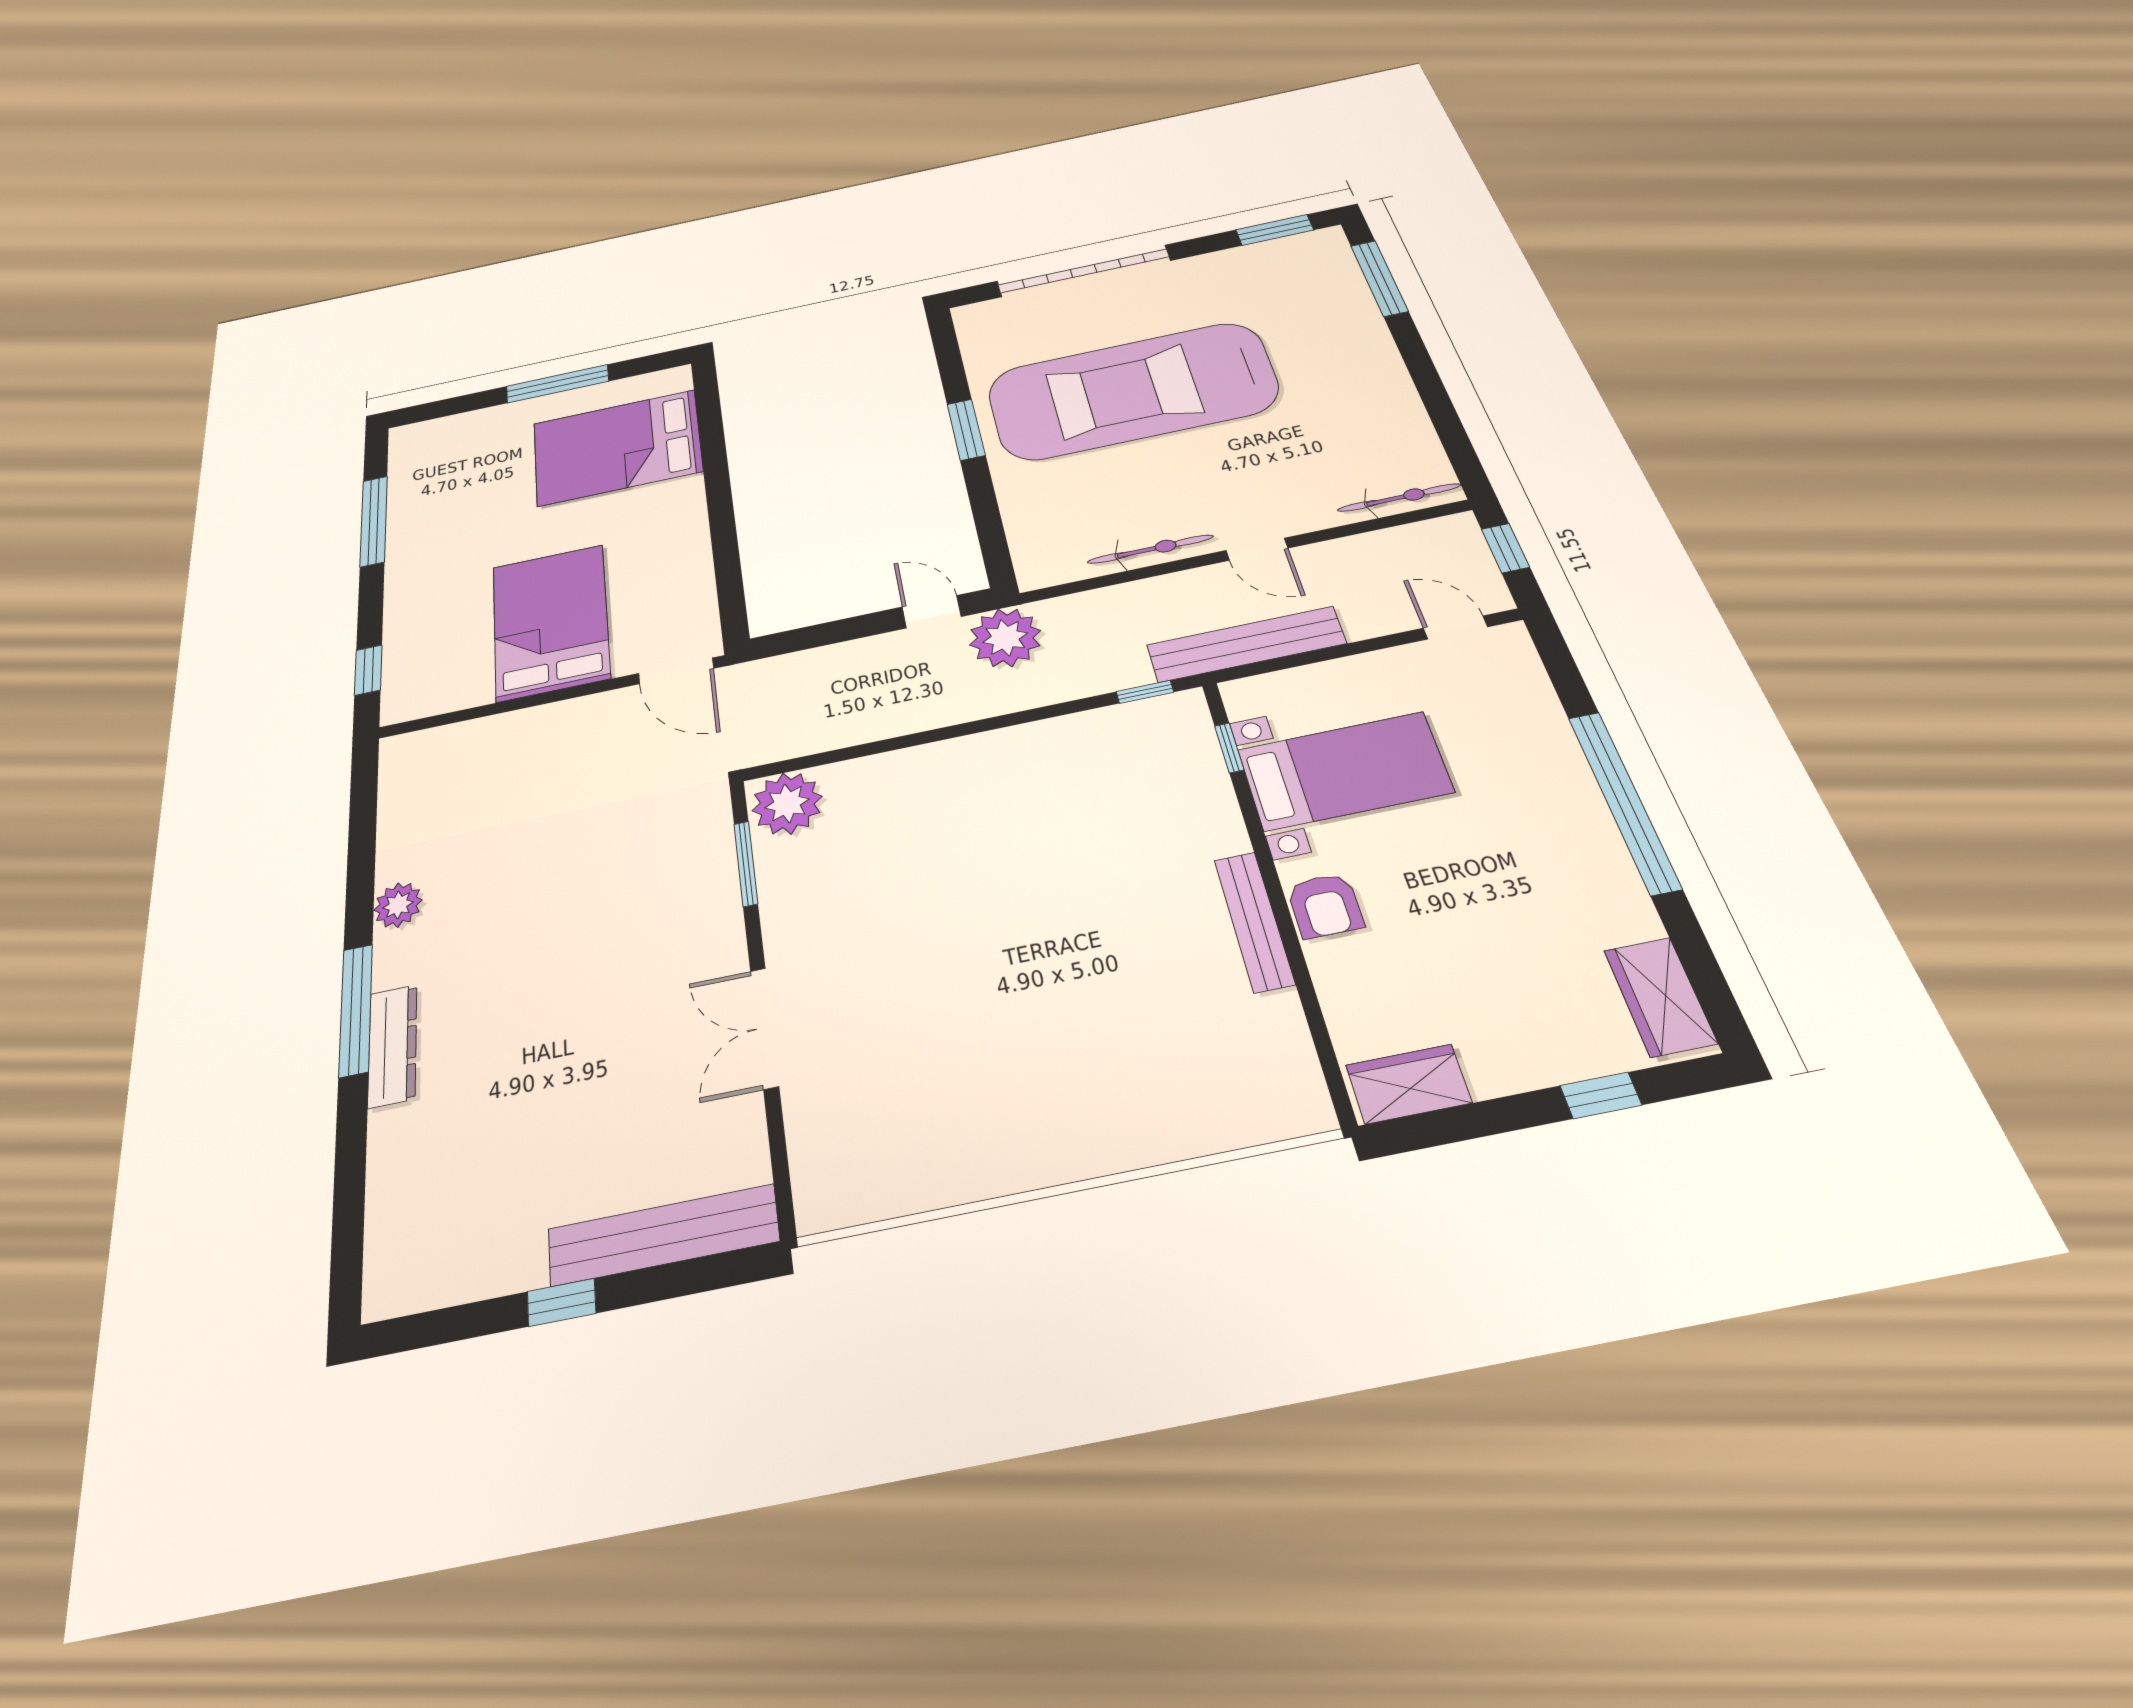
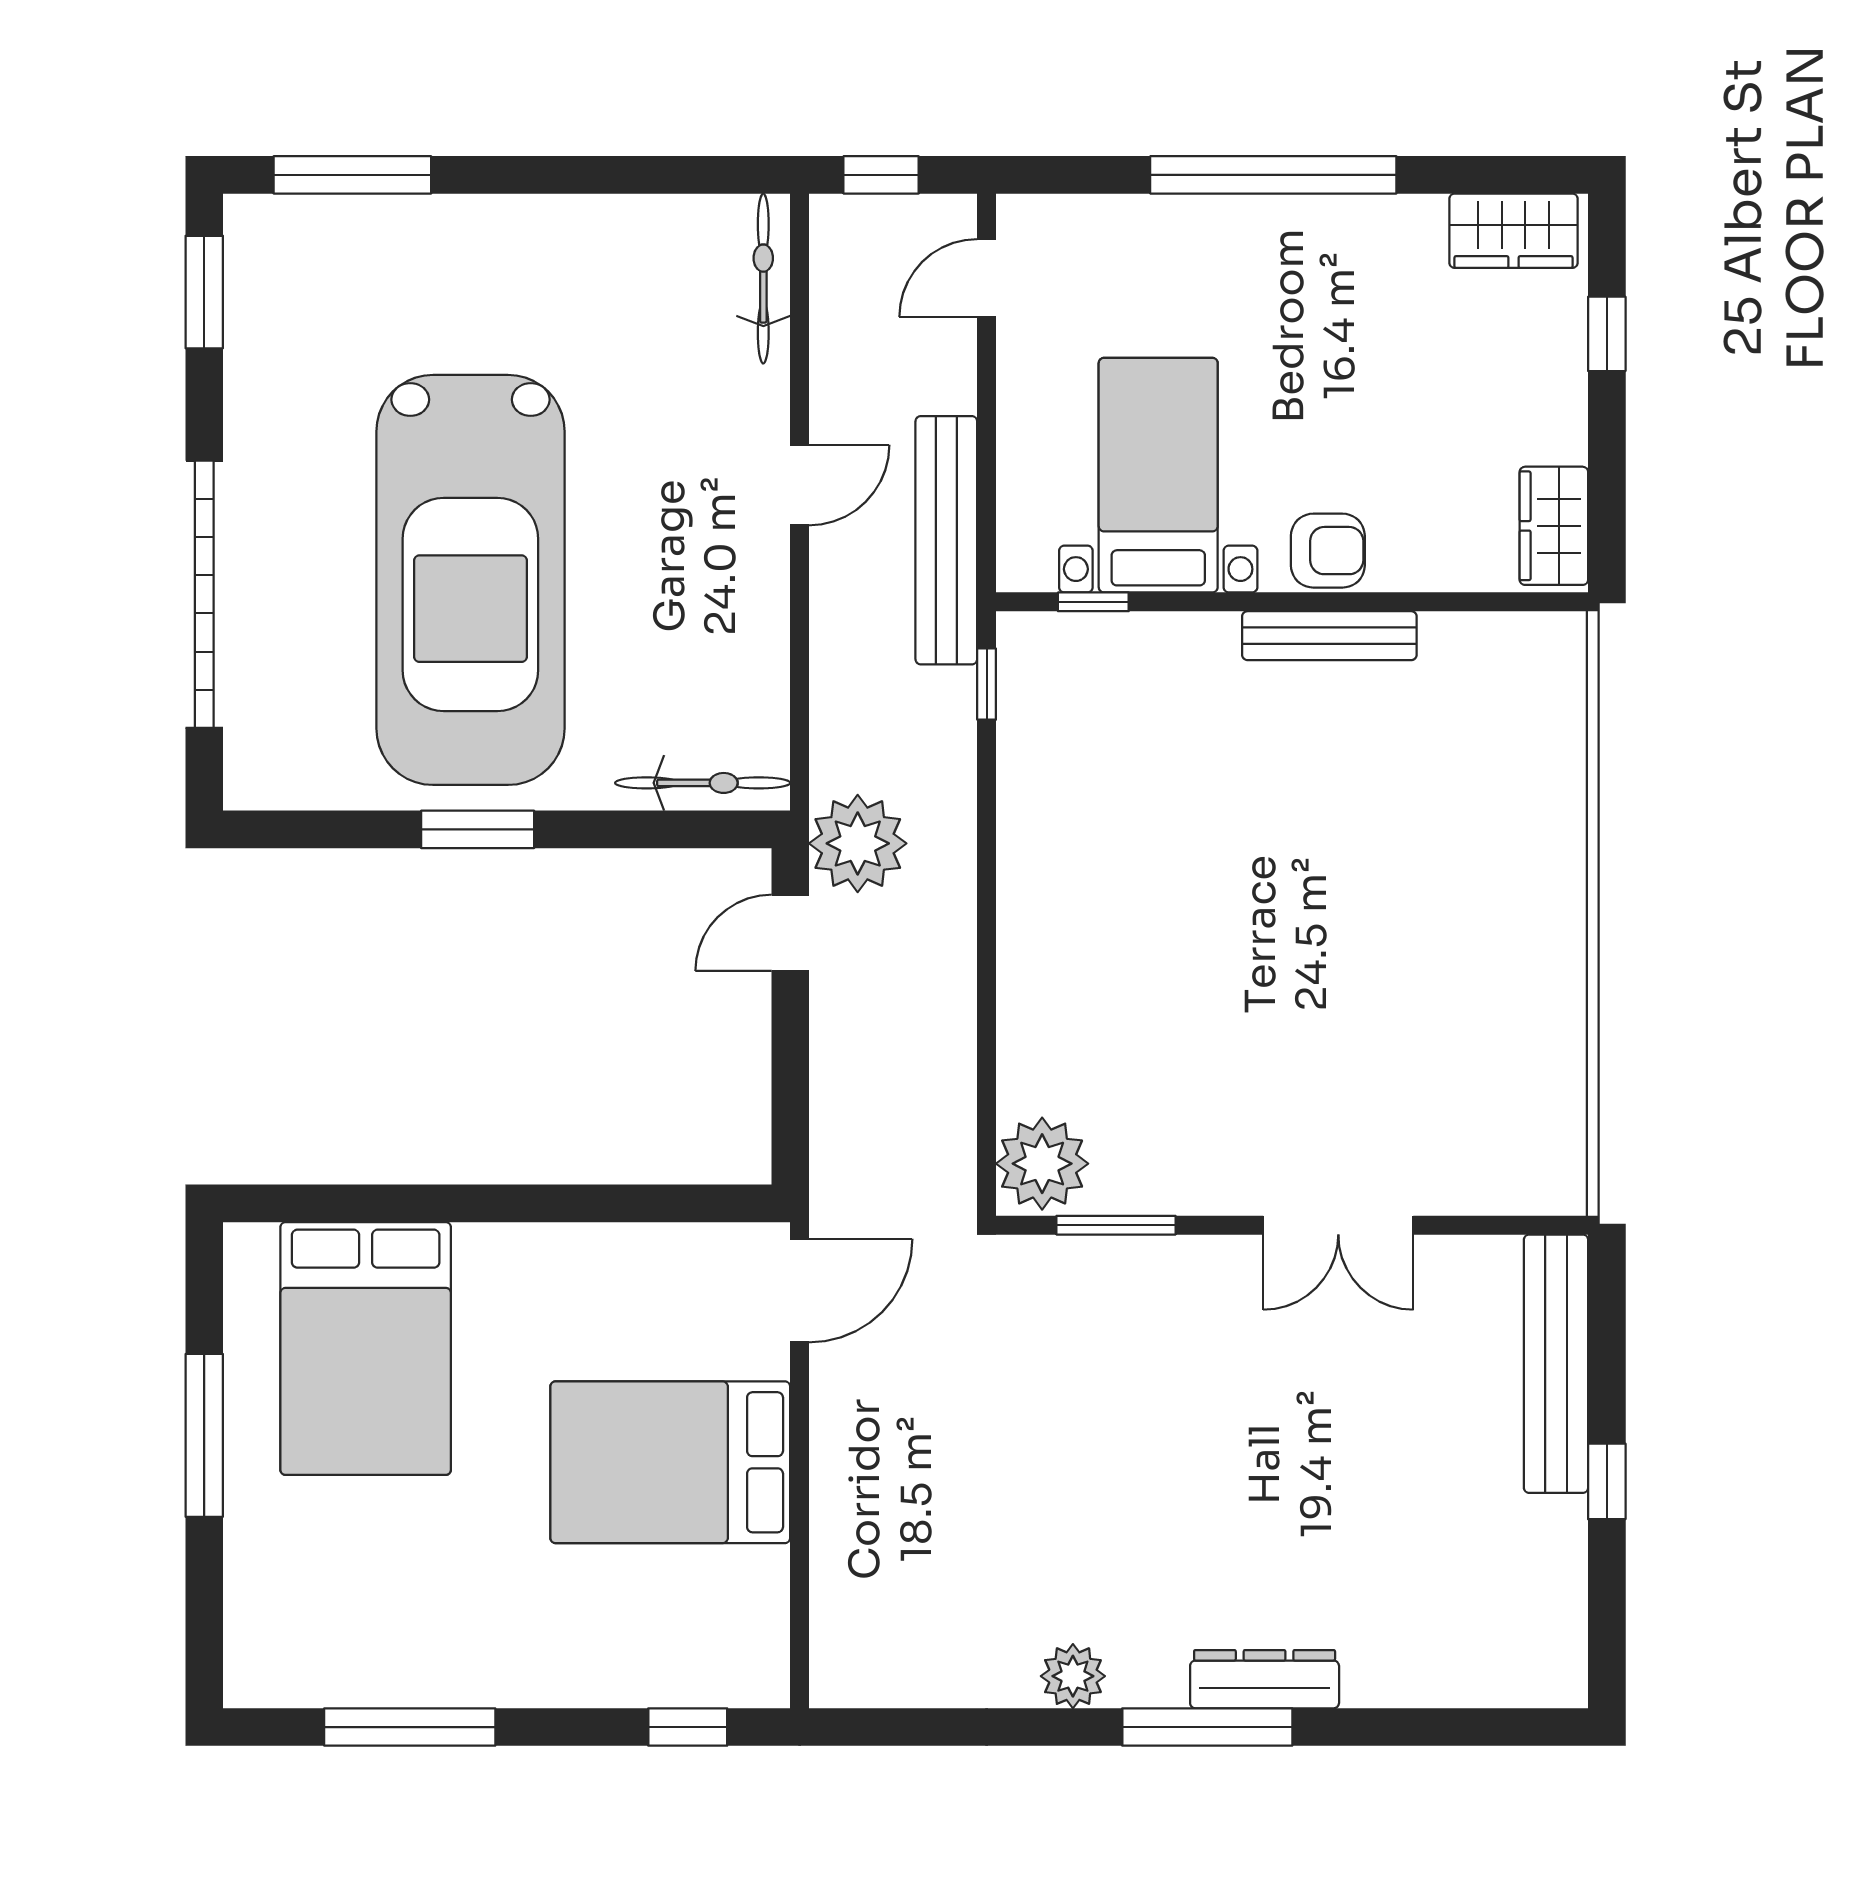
bicycle: (1150, 549) -> (703, 783), moved, turned 90

